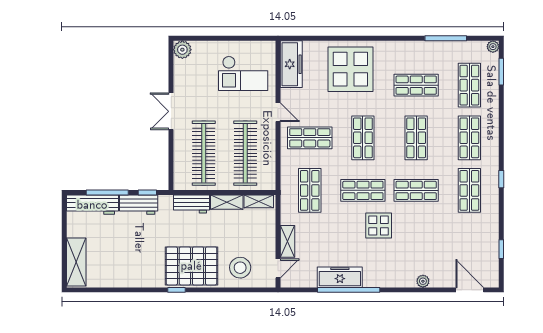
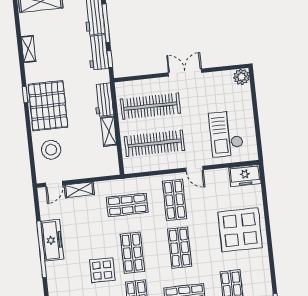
freezer: (291, 64) -> (245, 175), width x0.71
door: (278, 112) -> (194, 169), hinge flipped
shop shelf: (363, 138) -> (180, 248), turned 90
shelving: (259, 201) -> (28, 49), moved
door: (278, 268) -> (54, 184), hinge flipped

